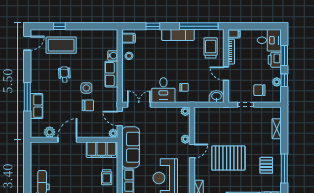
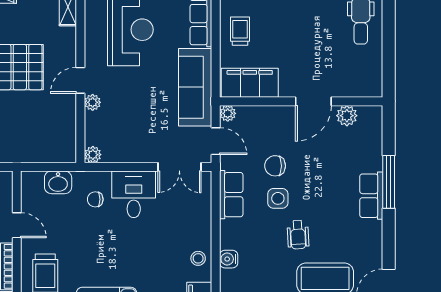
wheelchair: (64, 74) -> (298, 235), moved
row of seats: (111, 74) -> (231, 195), moved
washbasin: (217, 96) -> (58, 182), moved
row of seats: (36, 106) -> (371, 196), moved

